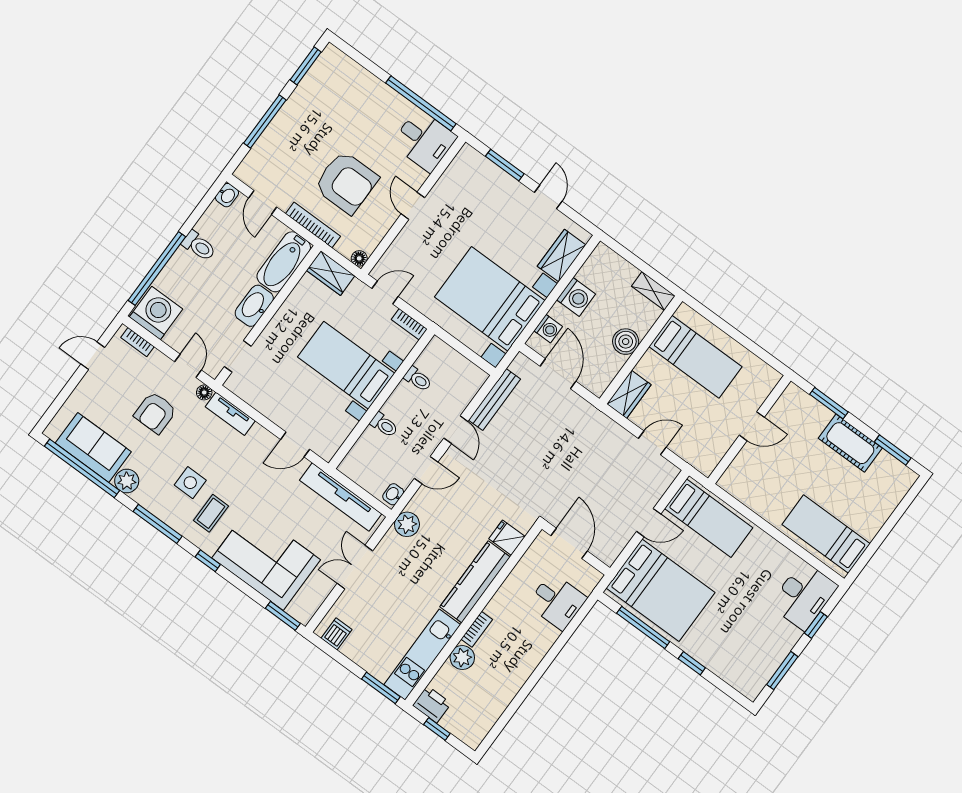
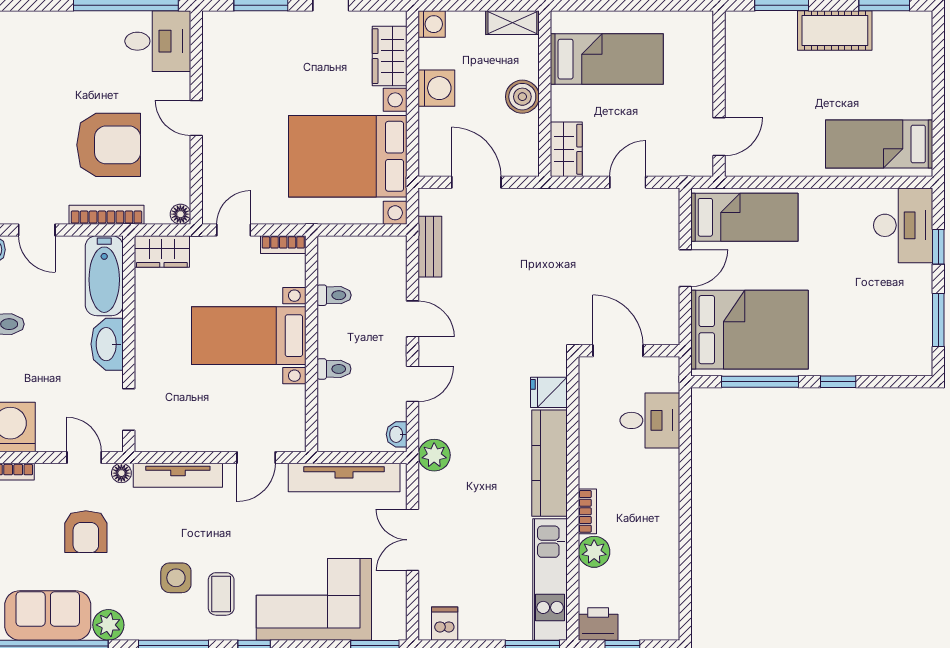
washing machine: (548, 329) -> (432, 24), moved
bench: (494, 400) -> (430, 247), width x0.73
tv unit: (230, 414) -> (178, 475), width x1.41
door: (752, 426) -> (719, 137), moved

